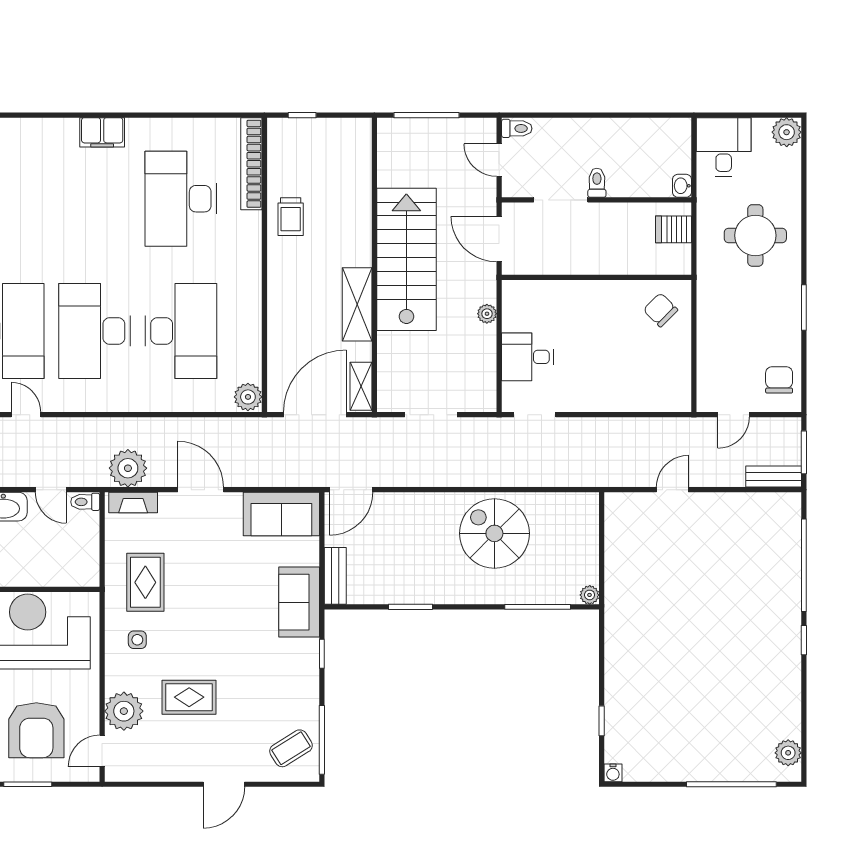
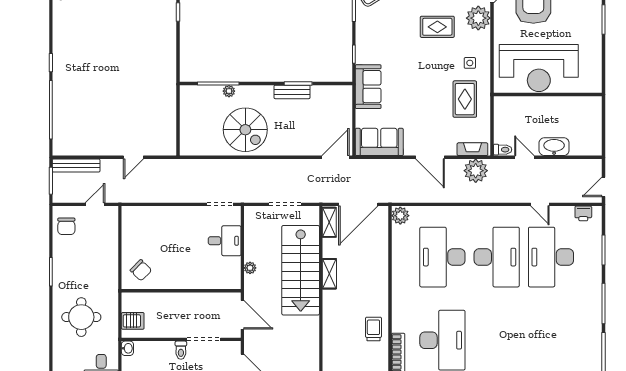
stairs: (406, 259) -> (301, 270), moved
shelving: (357, 304) -> (329, 274), width x0.67, depth x0.75
bench: (774, 477) -> (76, 166), width x1.36
bench: (335, 576) -> (292, 92), moved, turned 90
plant: (590, 595) -> (229, 91), moved

